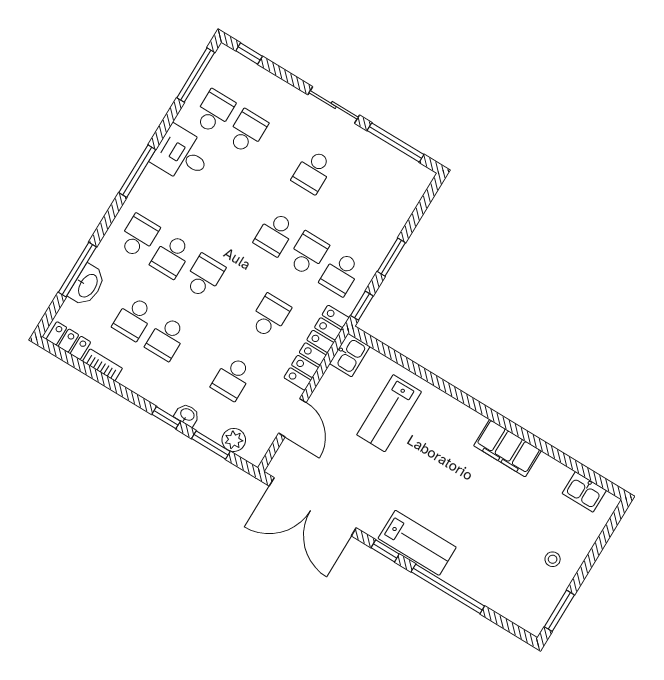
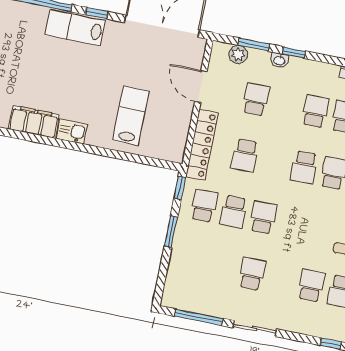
school desk: (247, 132) -> (311, 285), turned 180
kitchen sink: (350, 355) -> (72, 132), moved, turned 90

